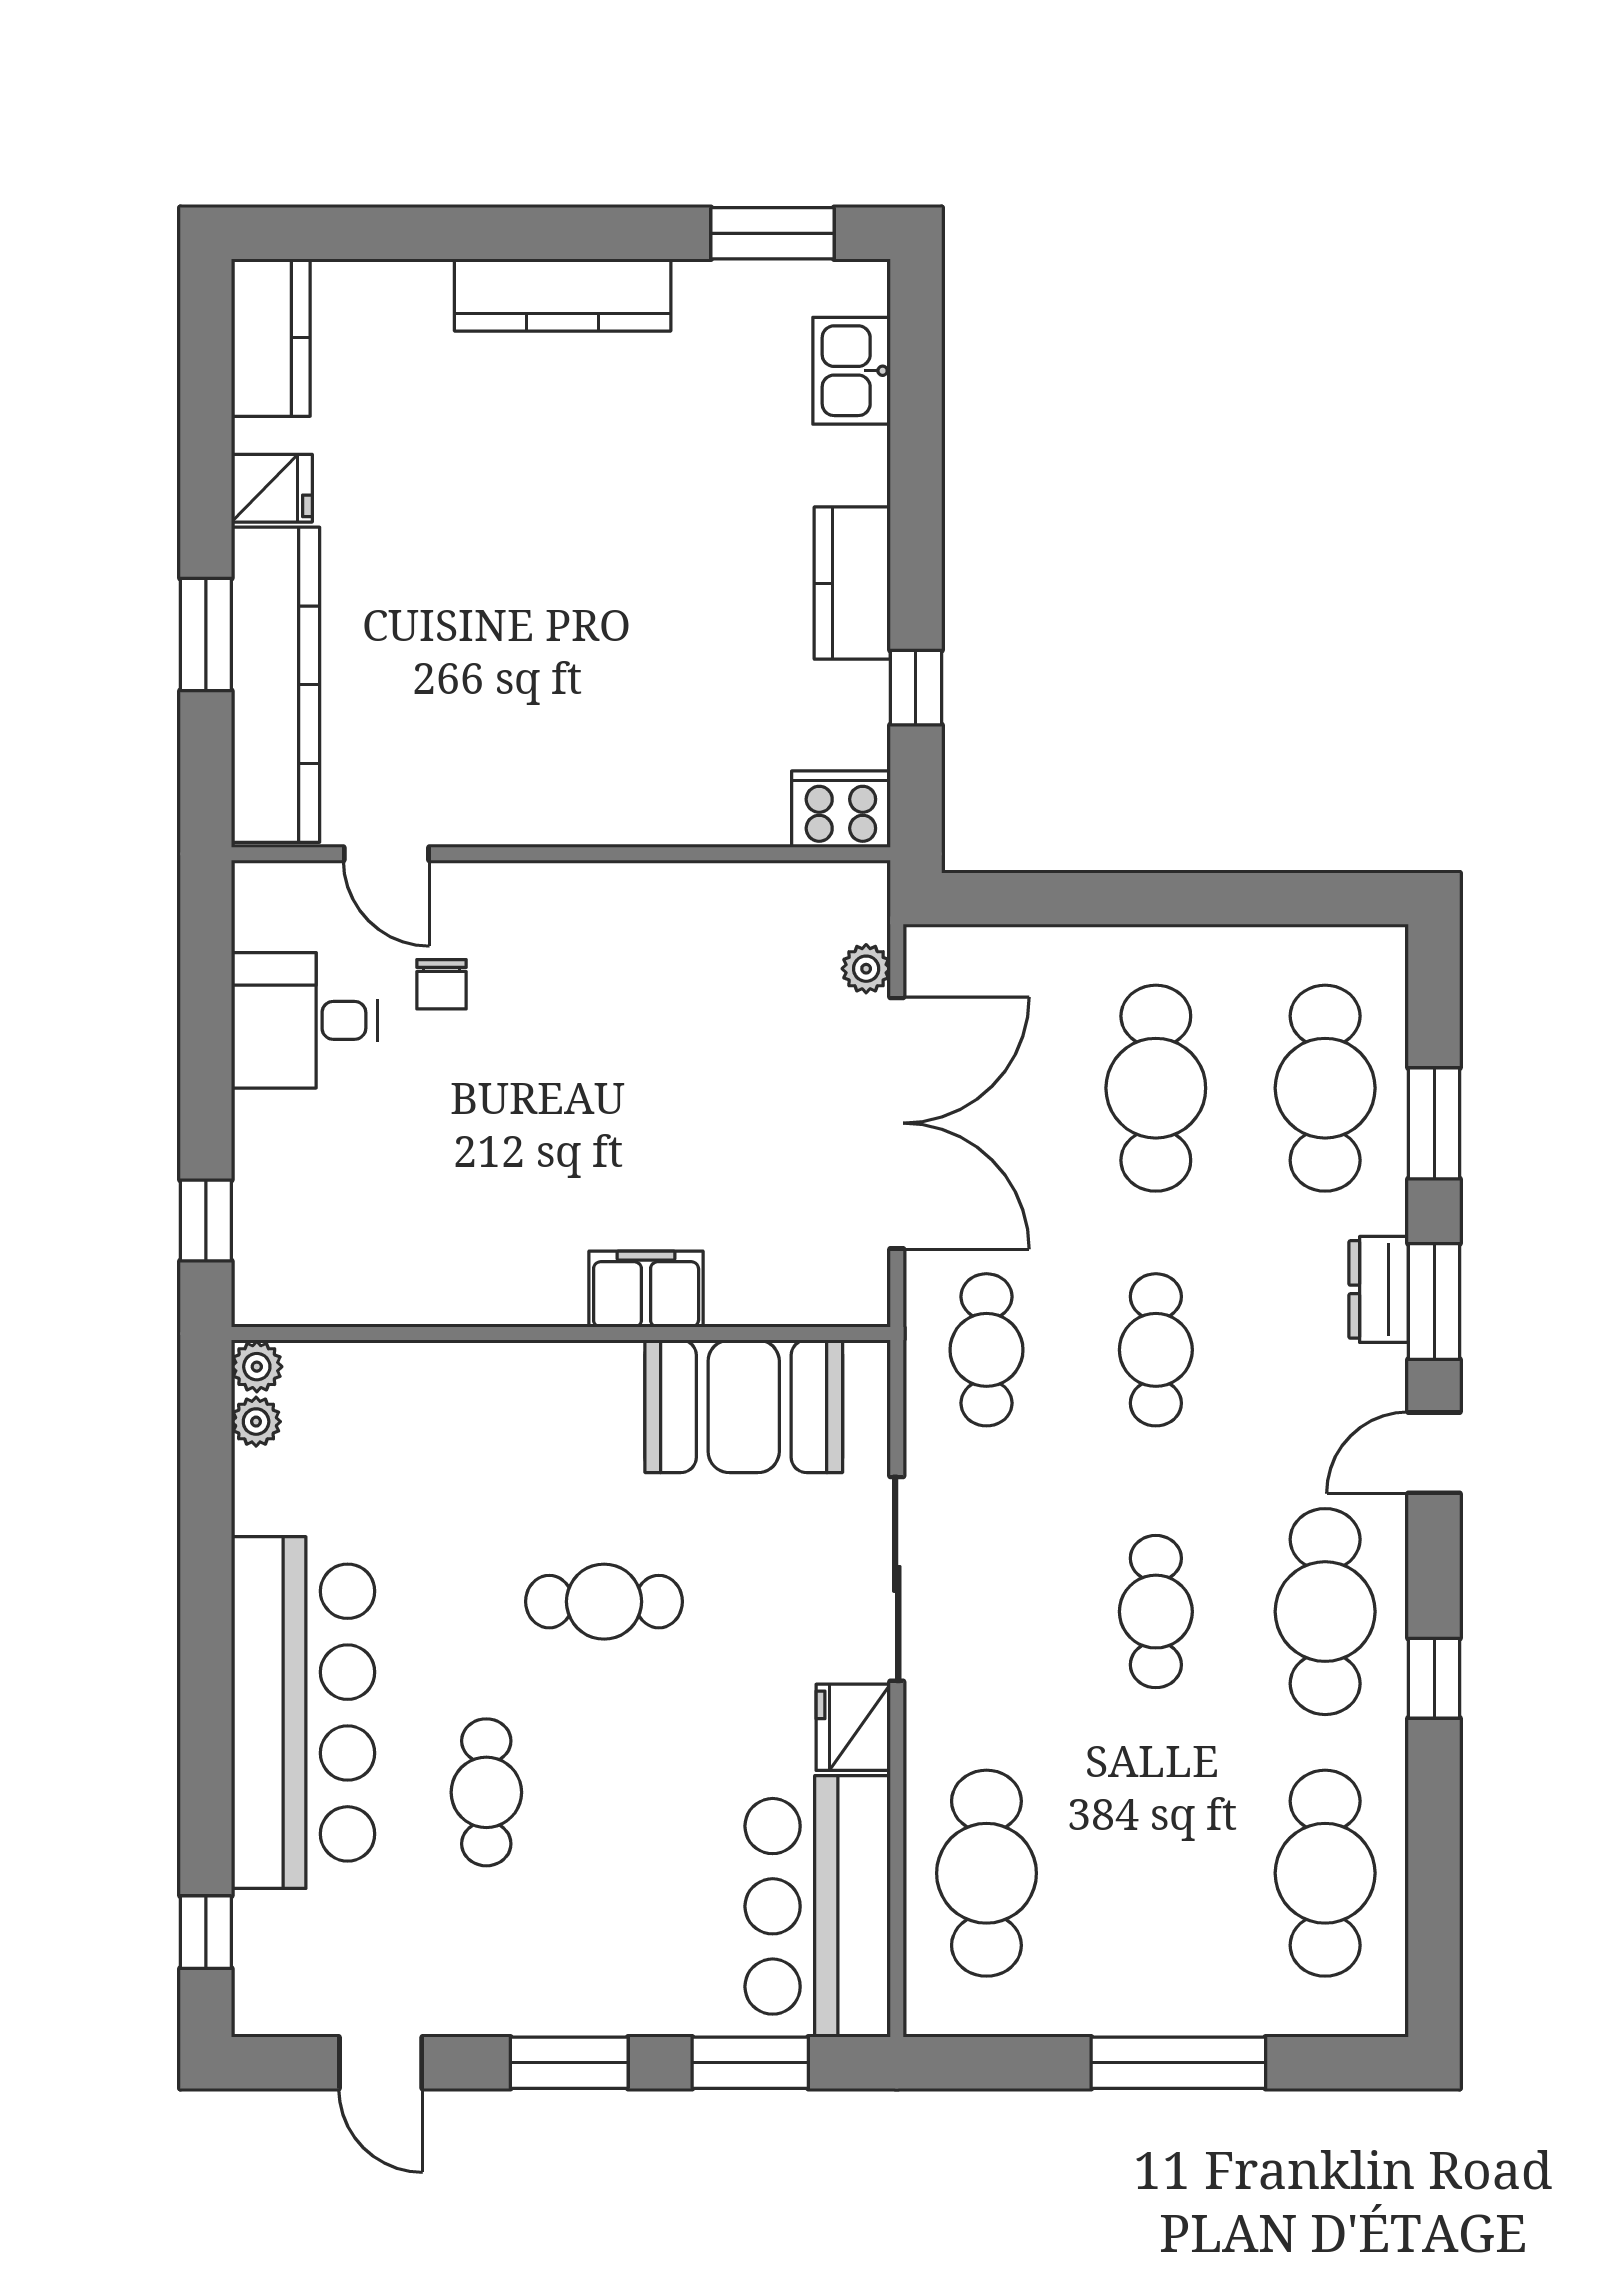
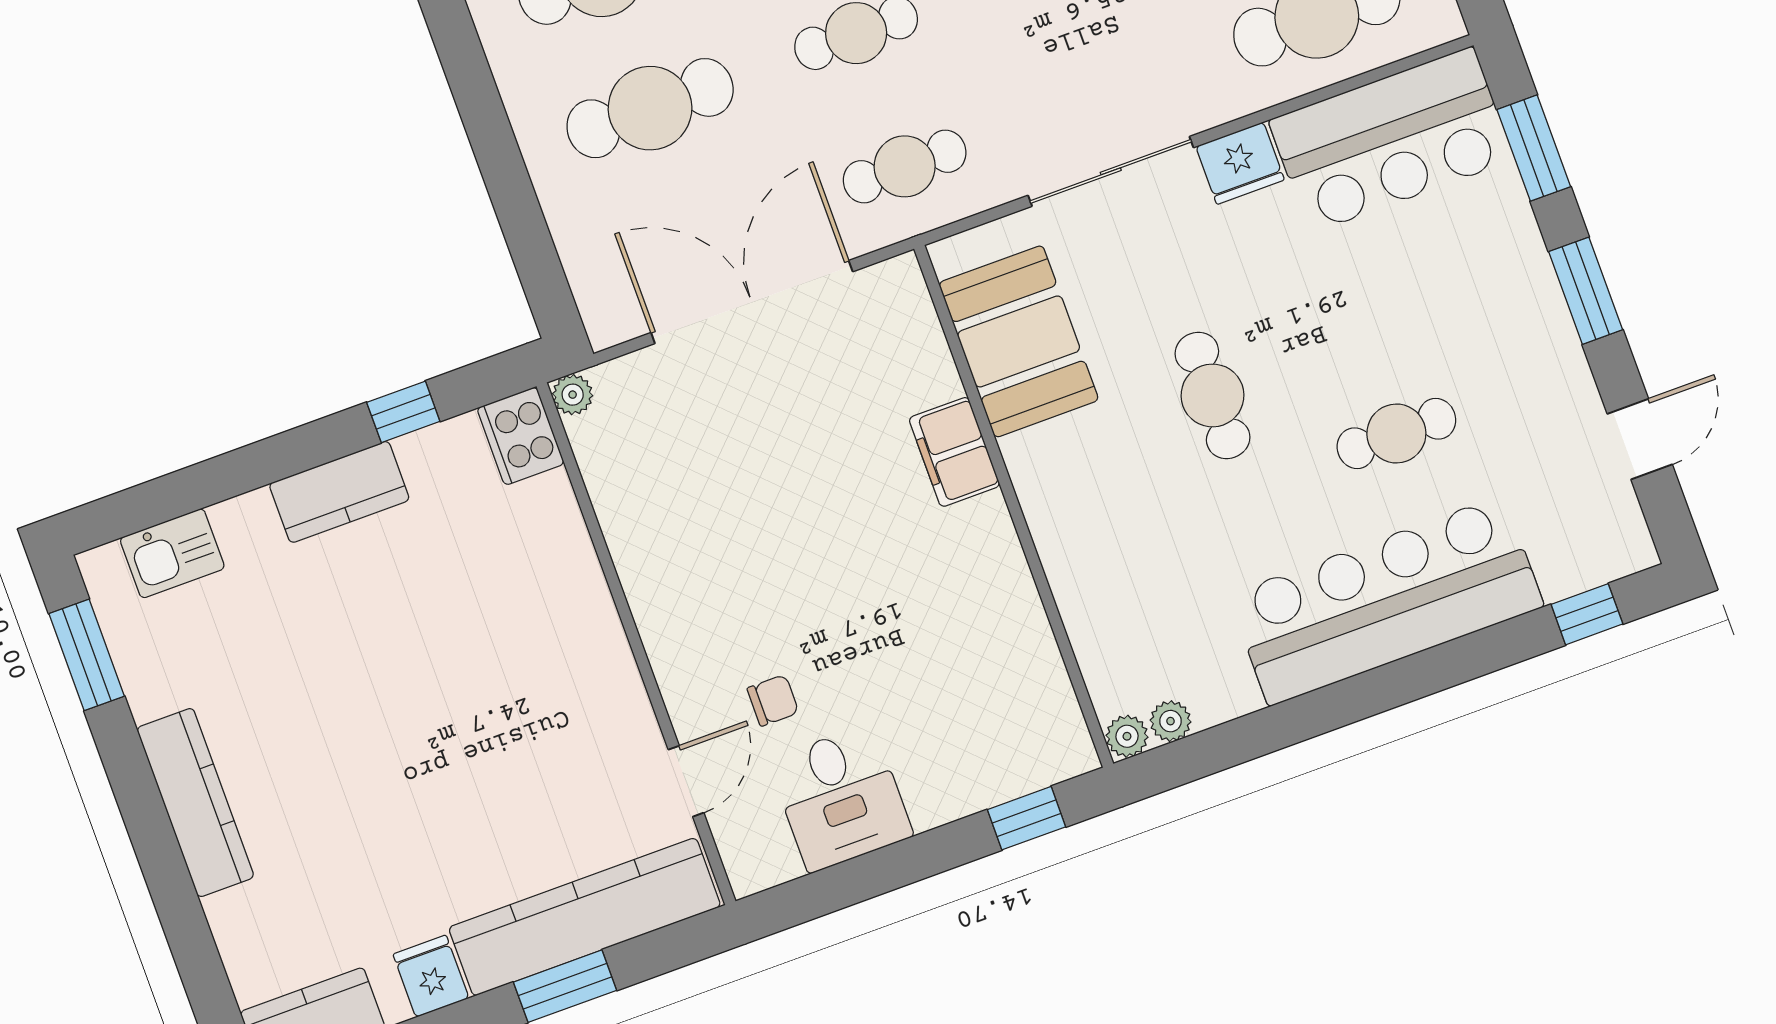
plant: (866, 969) -> (573, 395), moved

